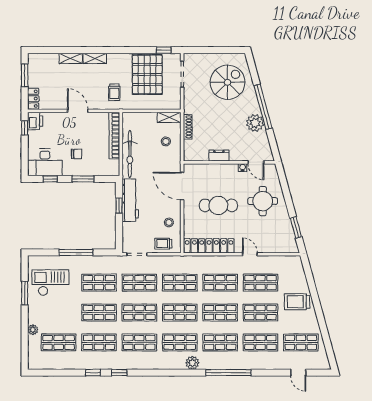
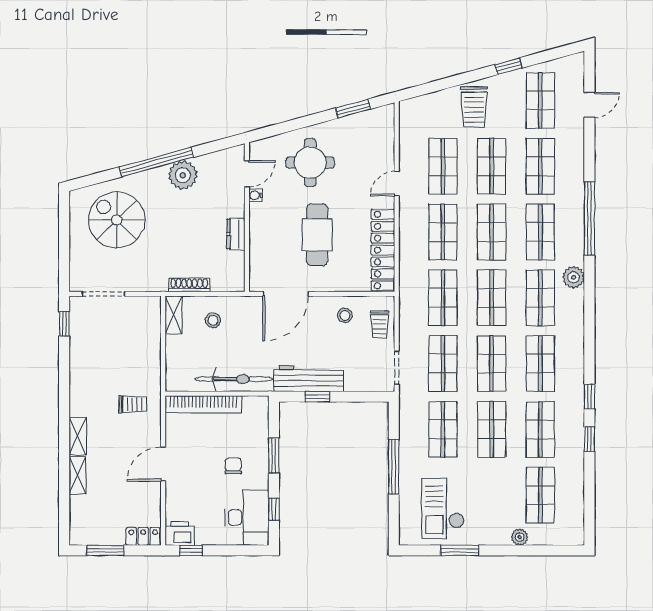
pallet: (147, 74) -> (104, 351), removed
window: (322, 323) -> (508, 66), added

